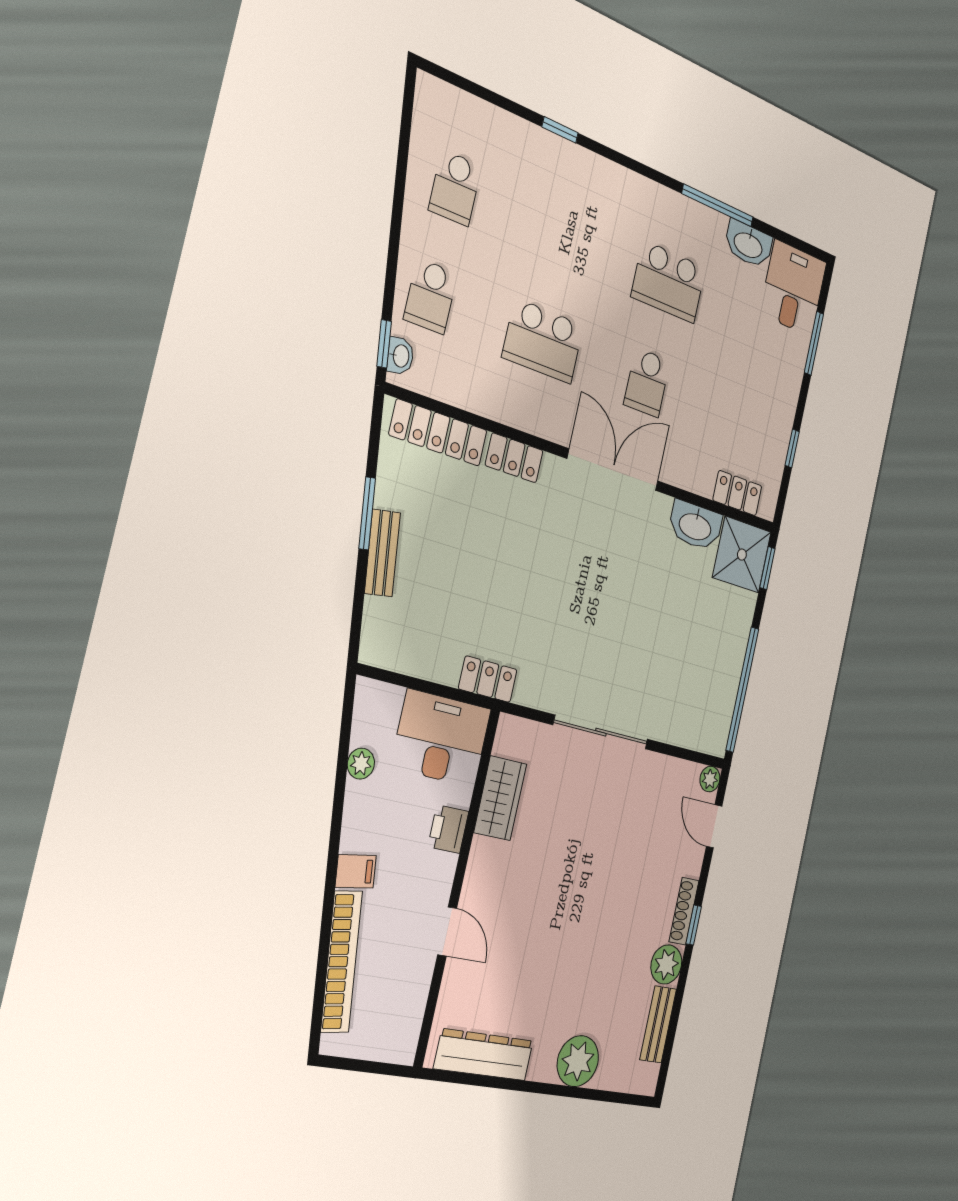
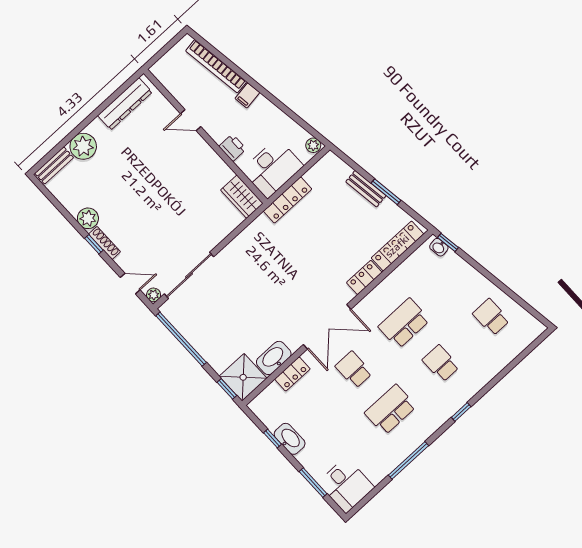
window: (560, 130) -> (461, 412), moved
washbasin: (748, 244) -> (290, 439), moved, turned 90
school desk: (430, 296) -> (441, 363), moved
locker: (737, 493) -> (292, 374), moved
locker: (488, 679) -> (287, 200), width x1.53
sliding door: (601, 732) -> (189, 275), moved
plant: (361, 764) -> (313, 145), moved
wardrobe: (500, 798) -> (242, 197), moved
bench: (658, 1024) -> (54, 165), moved, turned 90

